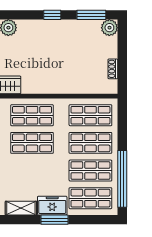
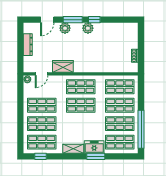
window: (91, 15) -> (73, 20), moved
plant: (109, 28) -> (88, 28), moved

